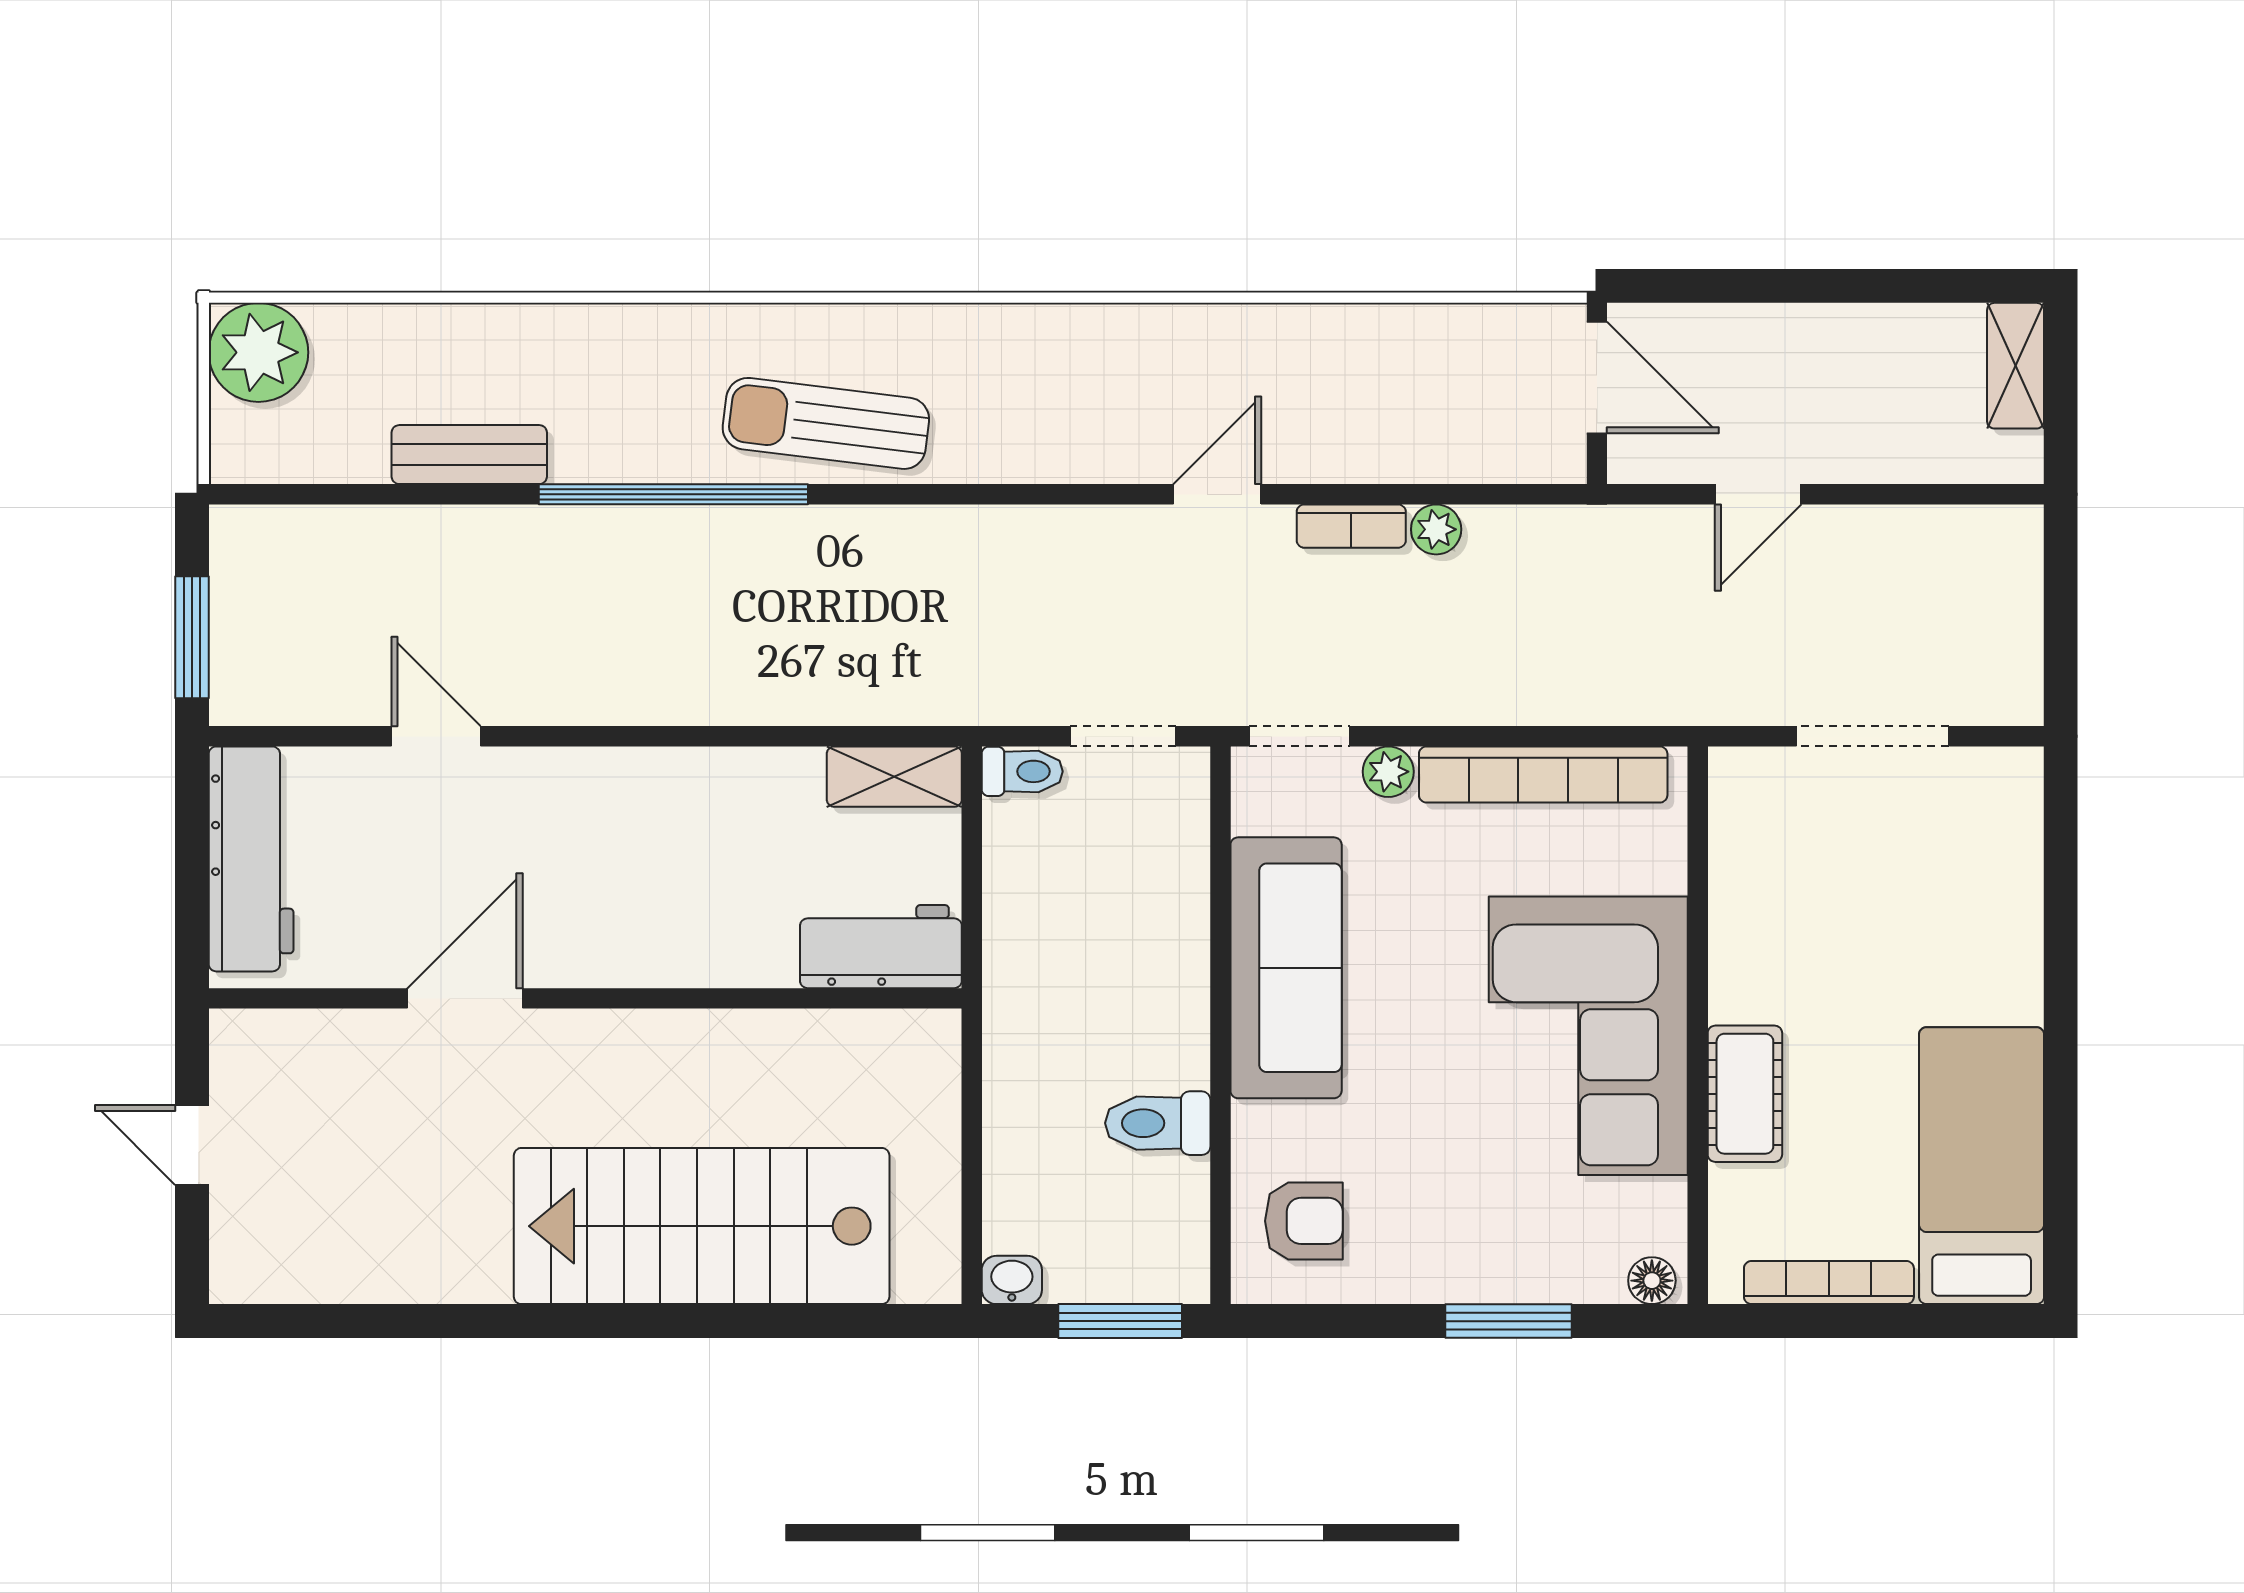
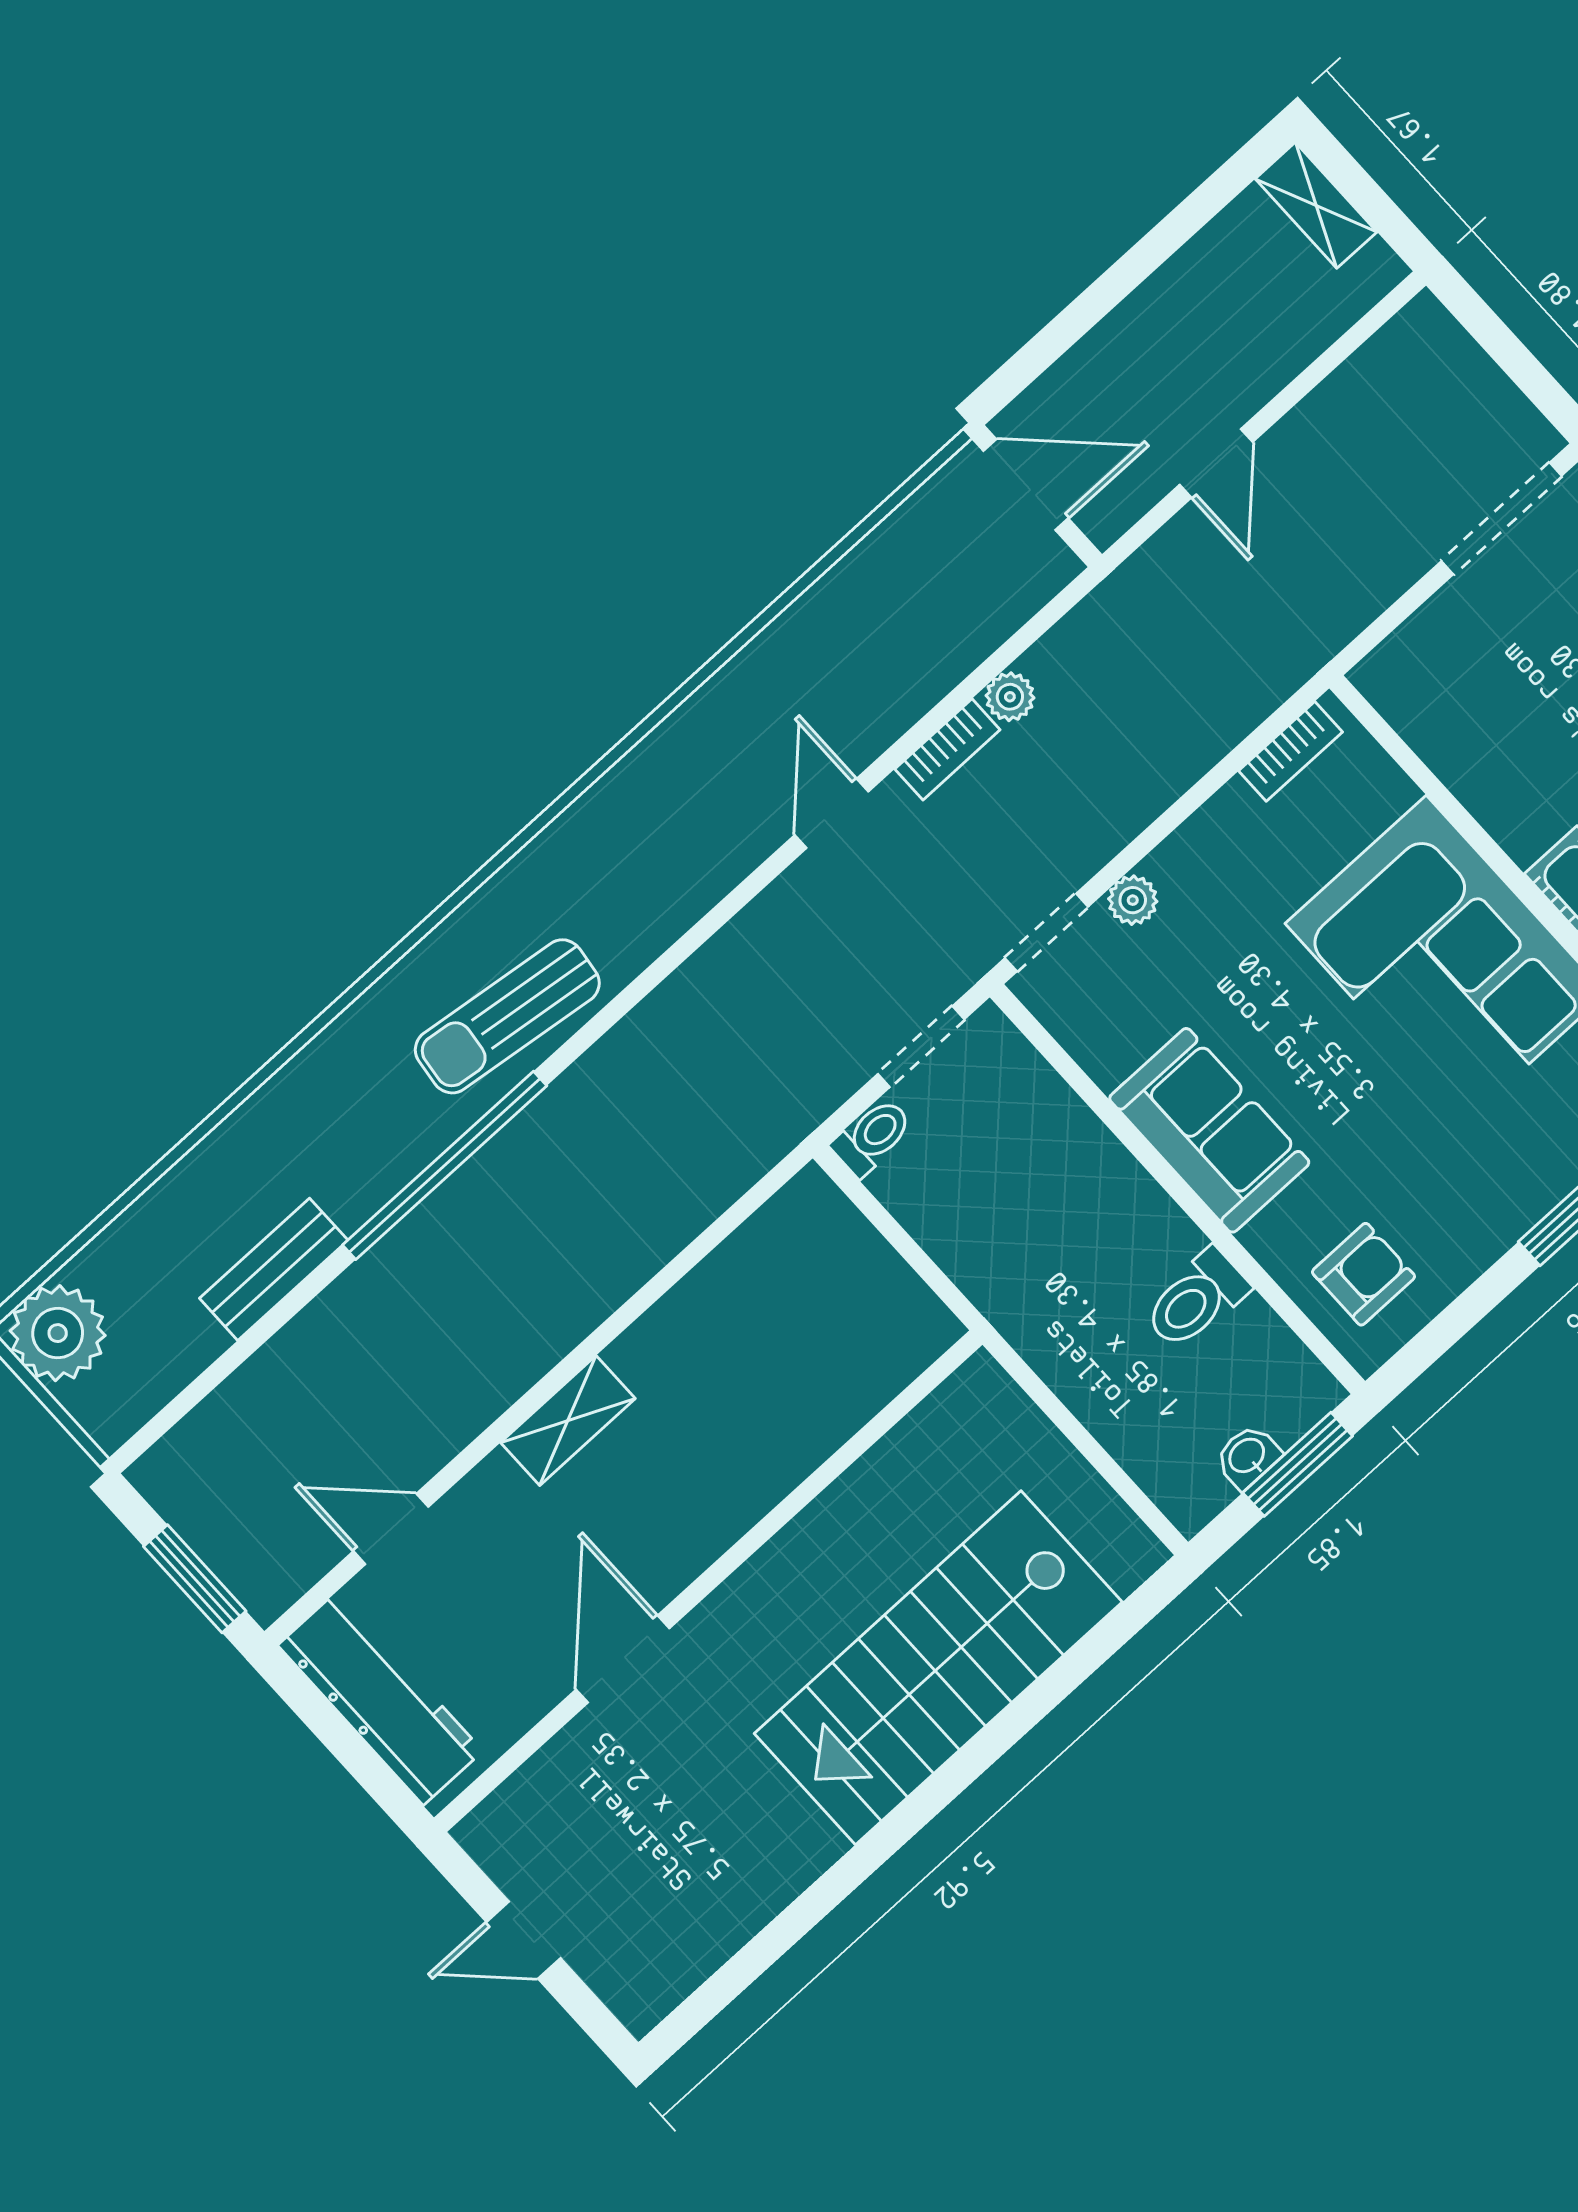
door: (436, 736) -> (391, 1529), moved
doorway: (1873, 736) -> (1502, 518), moved
bookcase: (1543, 775) -> (1290, 751), width x0.43, depth x0.76
shelving: (894, 777) -> (568, 1420), moved
workbench: (881, 947) -> (885, 1353), removed
sofa: (1286, 968) -> (1209, 1130), width x0.73
washbasin: (1012, 1280) -> (1248, 1456), moved

